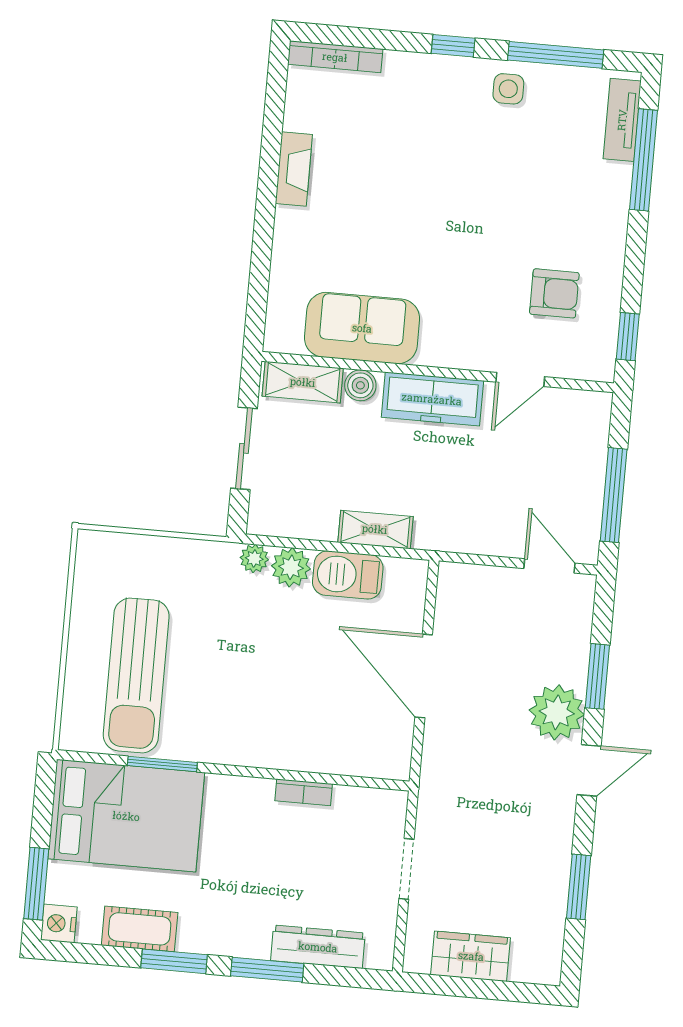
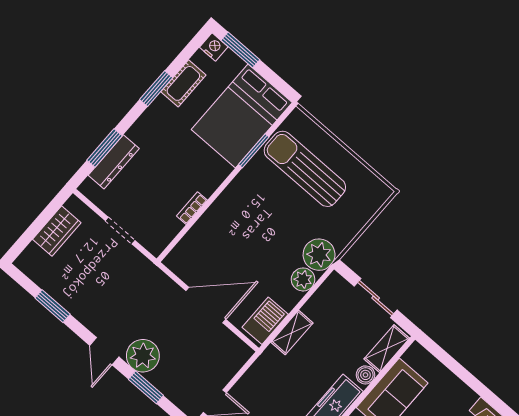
plant: (254, 559) -> (319, 255), width x1.88, depth x1.88
barbecue: (348, 575) -> (265, 321), moved
window: (267, 970) -> (105, 148), moved

